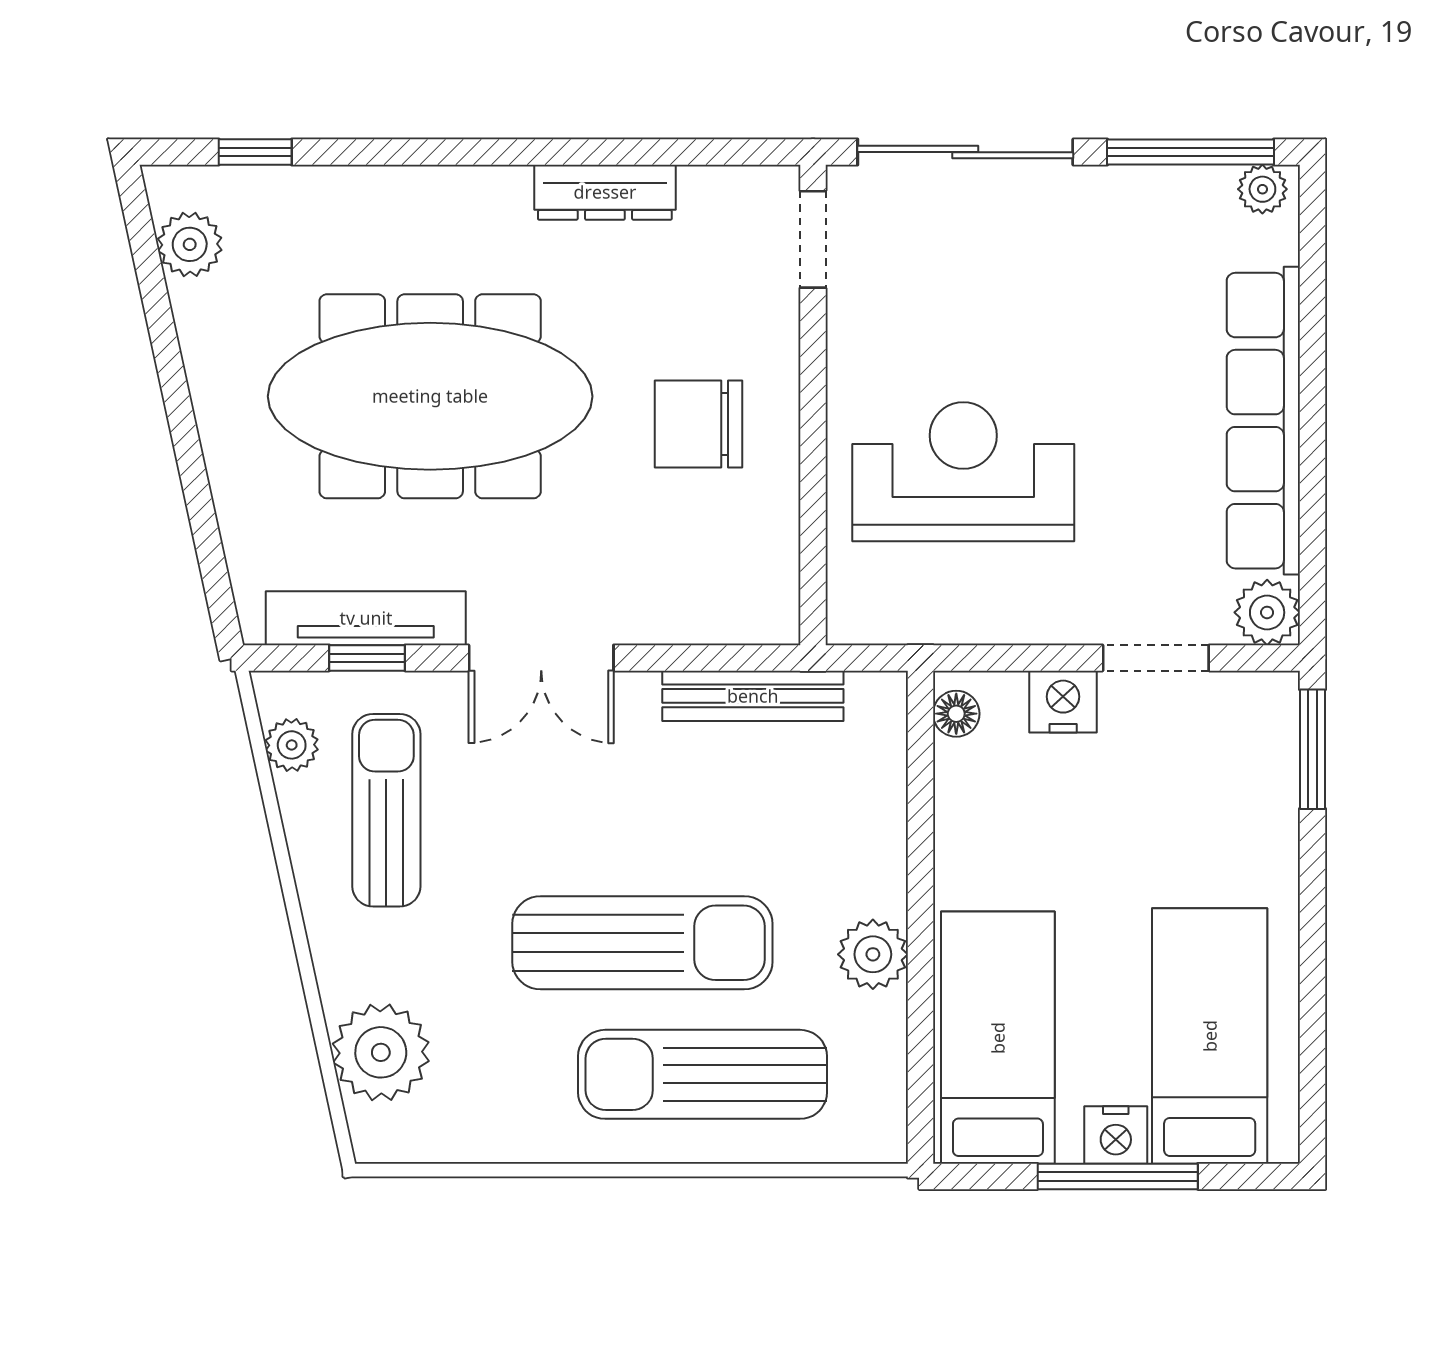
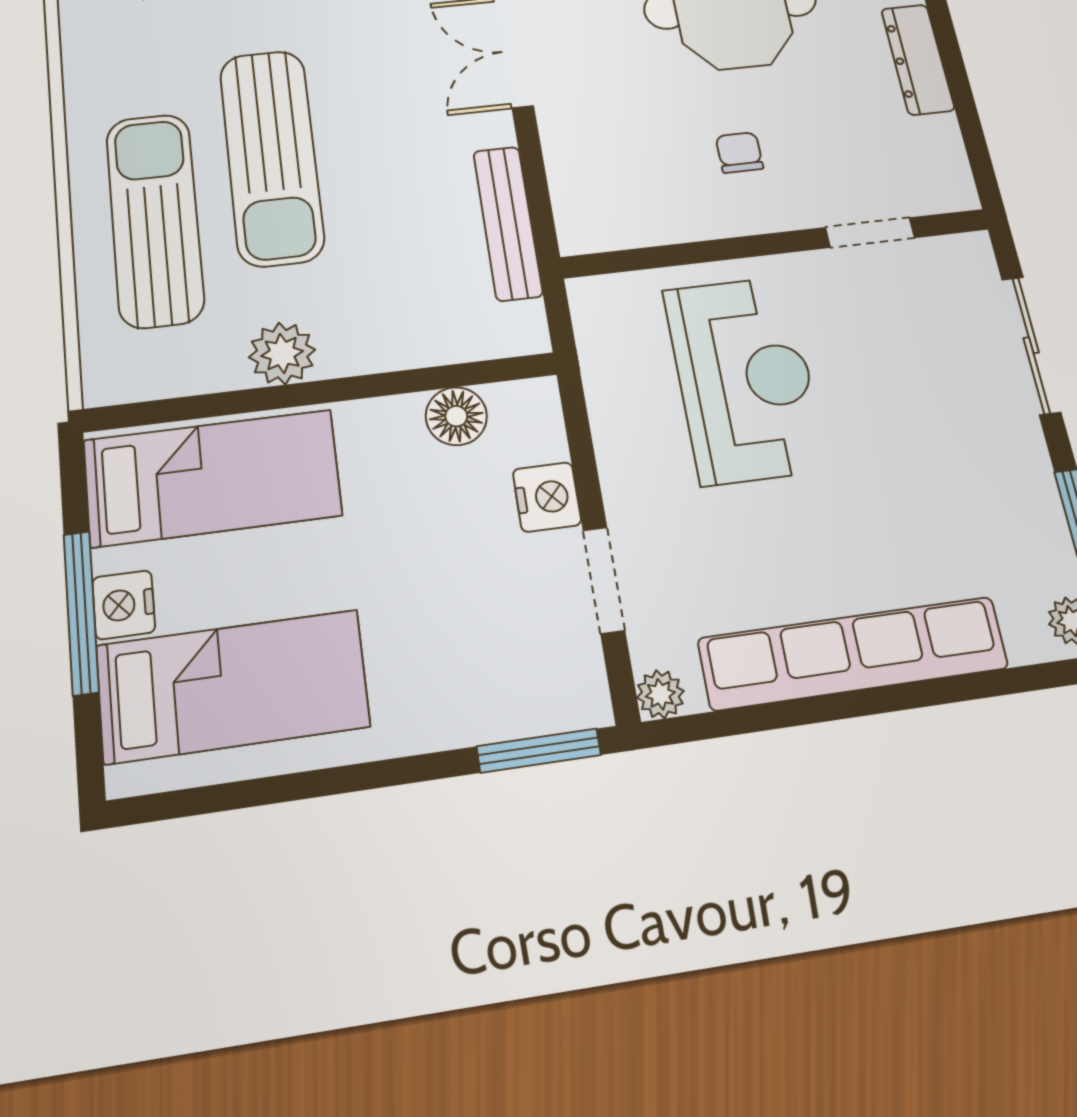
sliding door: (965, 152) -> (1031, 345), width x0.73
doorway: (813, 239) -> (870, 233), moved
chair: (699, 424) -> (739, 152), width x0.54, depth x0.54
plant: (1267, 612) -> (660, 694), width x0.73, depth x0.73
floor lamp: (956, 714) -> (456, 416), moved, width x1.37, depth x1.37

